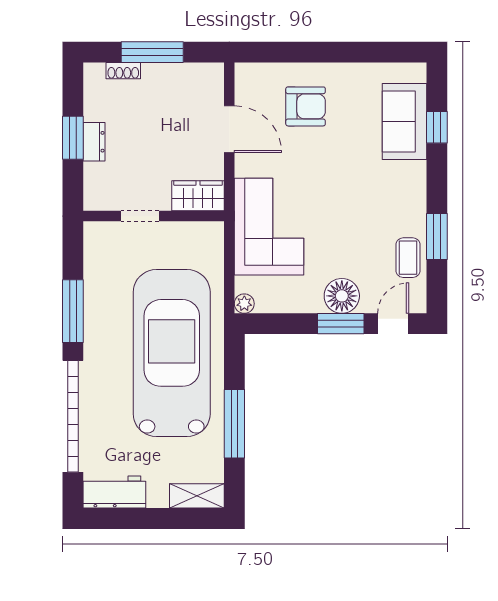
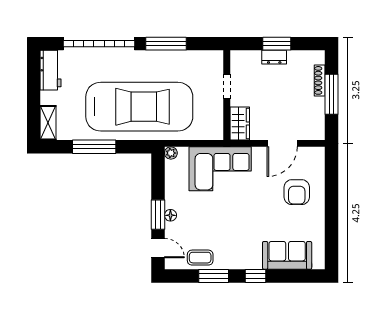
shoe rack: (123, 71) -> (320, 80), width x1.43
window: (437, 127) -> (255, 276), moved
floor lamp: (342, 296) -> (170, 215), width x0.53, depth x0.53

